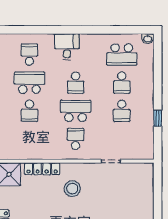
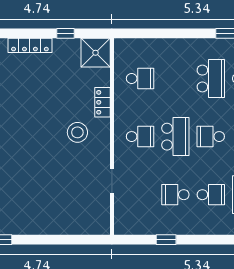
school desk: (122, 83) -> (211, 195), turned 180
school desk: (29, 111) -> (140, 79), moved, turned 180
locker: (42, 169) -> (102, 102), width x0.66

